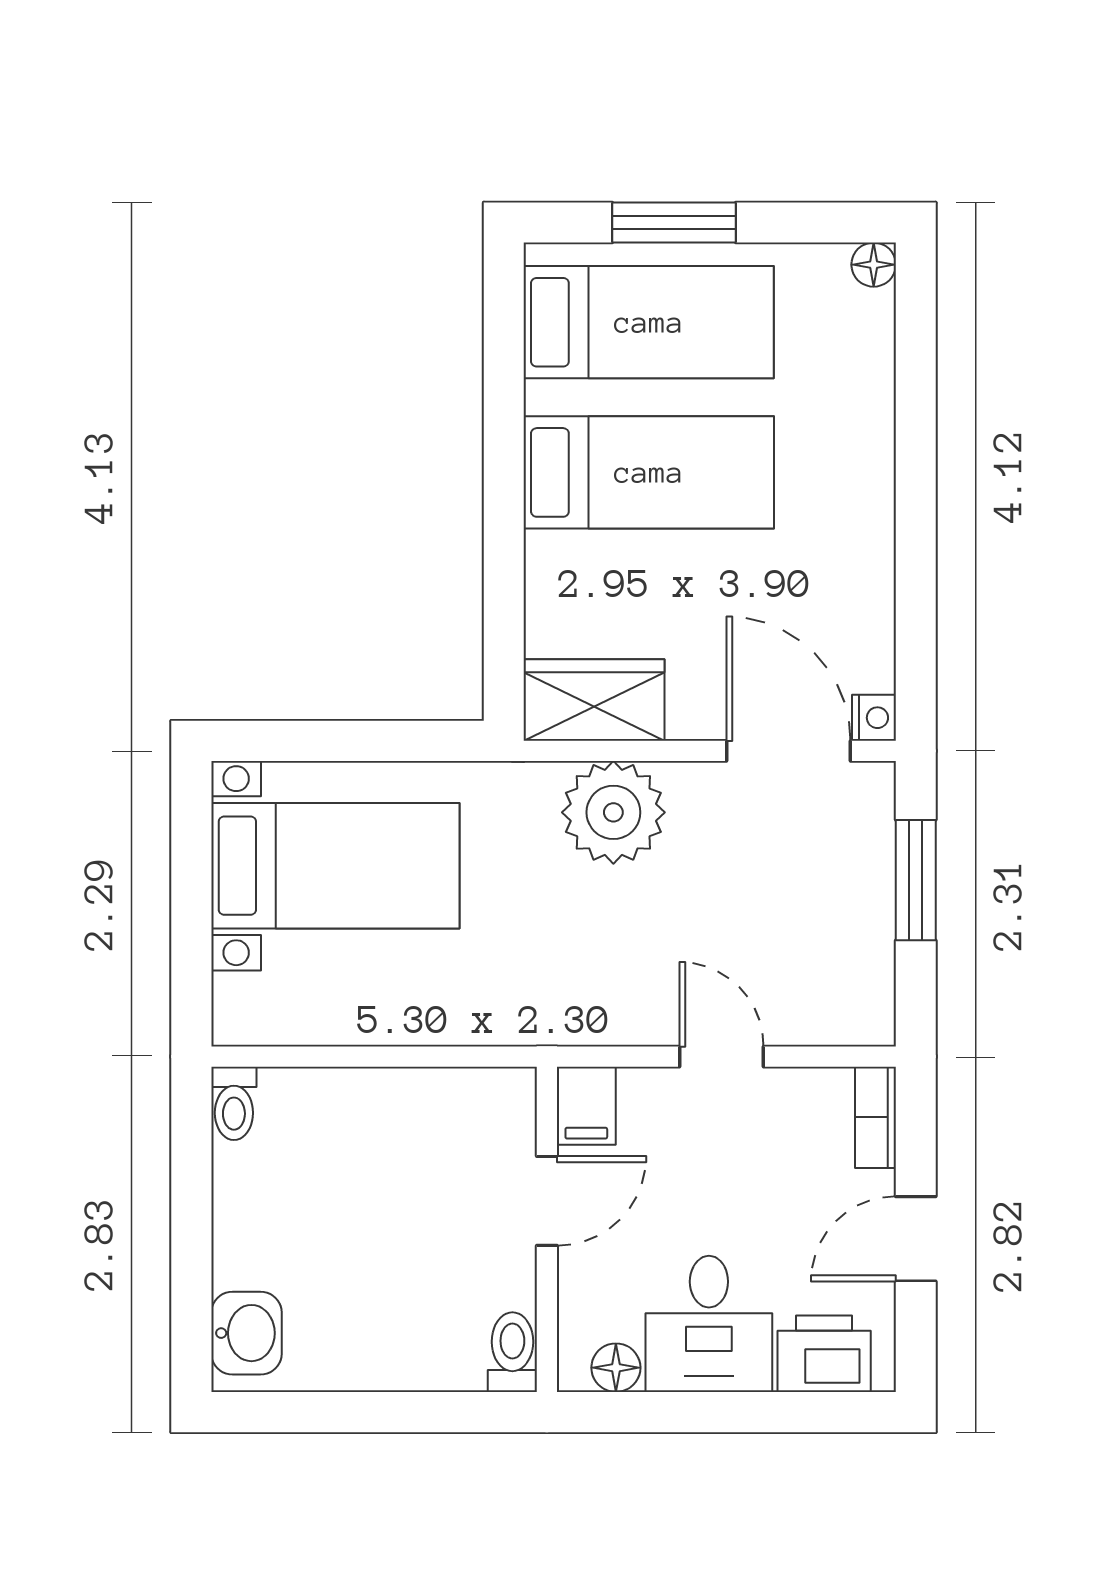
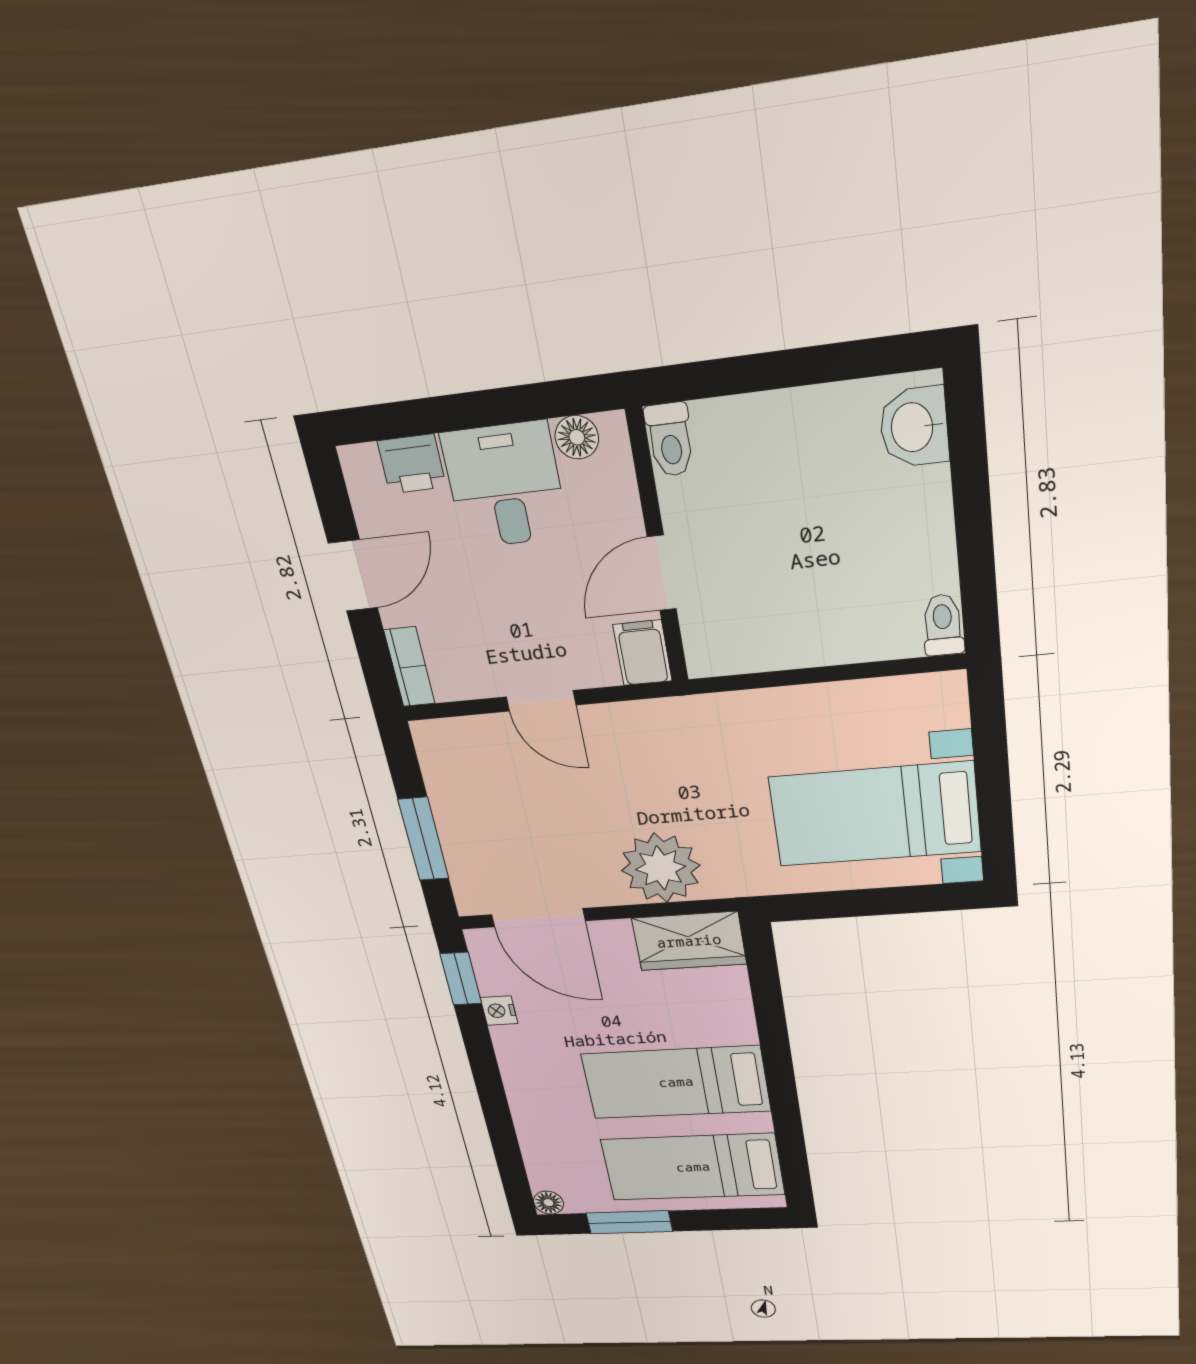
window: (674, 223) -> (629, 1222), moved
window: (916, 663) -> (461, 979), added
nightstand: (874, 718) -> (499, 1011), moved
printer: (824, 1354) -> (412, 464), width x0.73, depth x0.81

